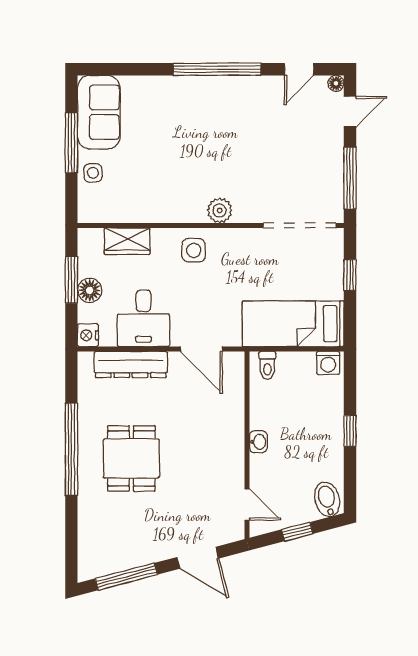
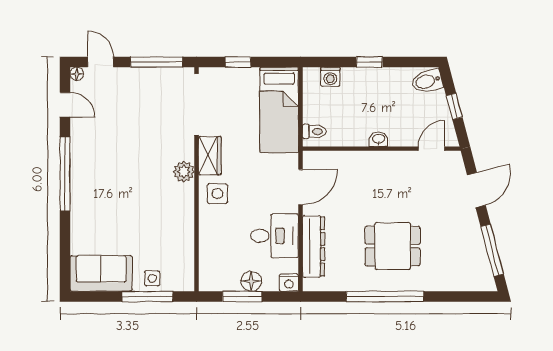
window: (71, 143) -> (147, 296), moved
wardrobe: (127, 241) -> (210, 156), moved
washing machine: (328, 363) -> (330, 77), moved, turned 90

